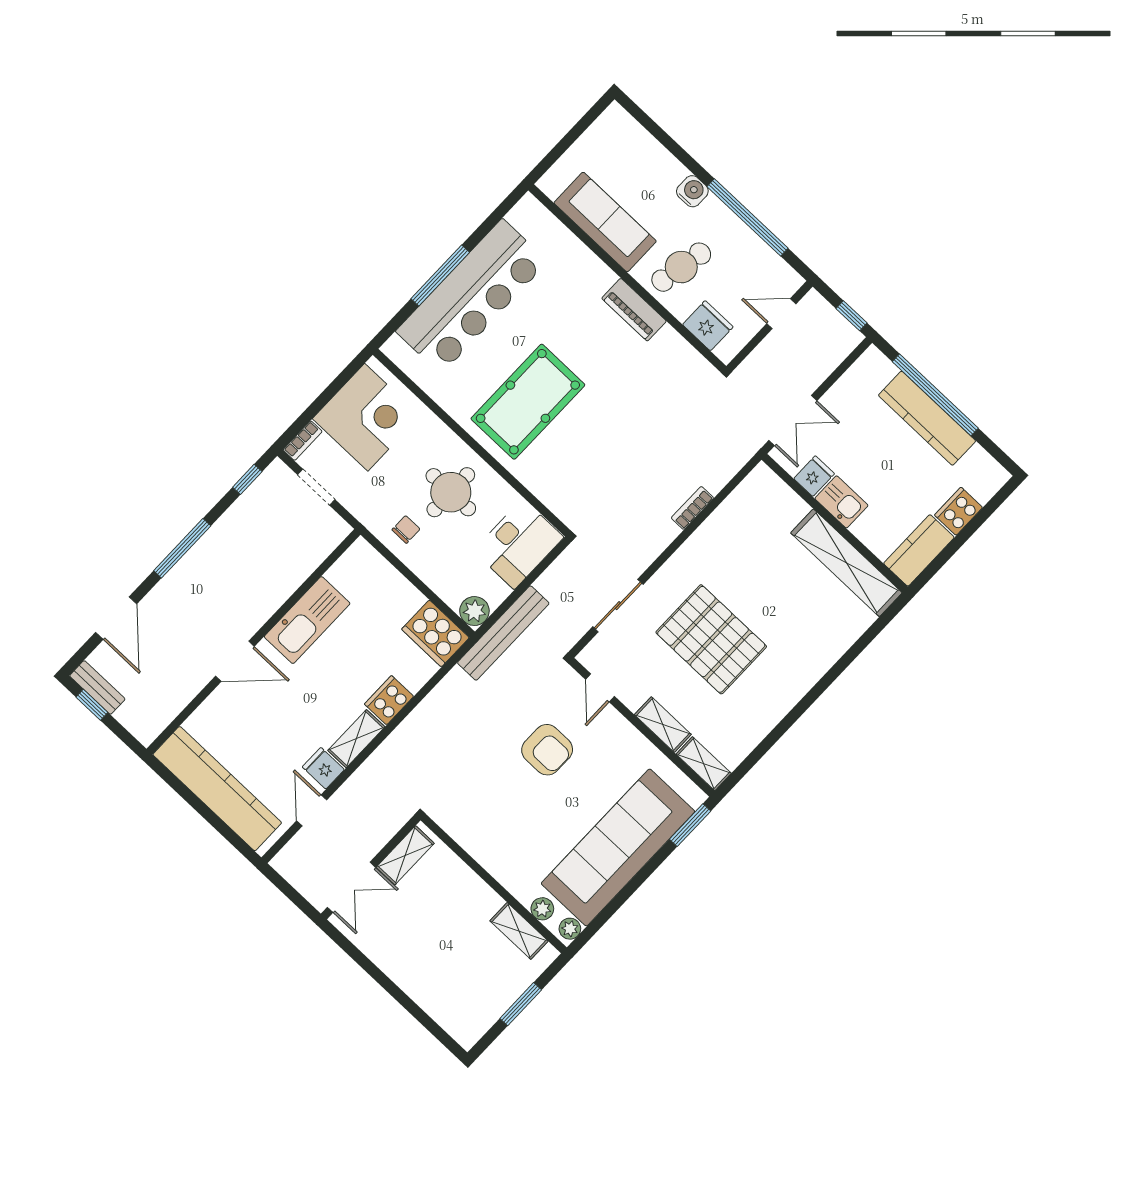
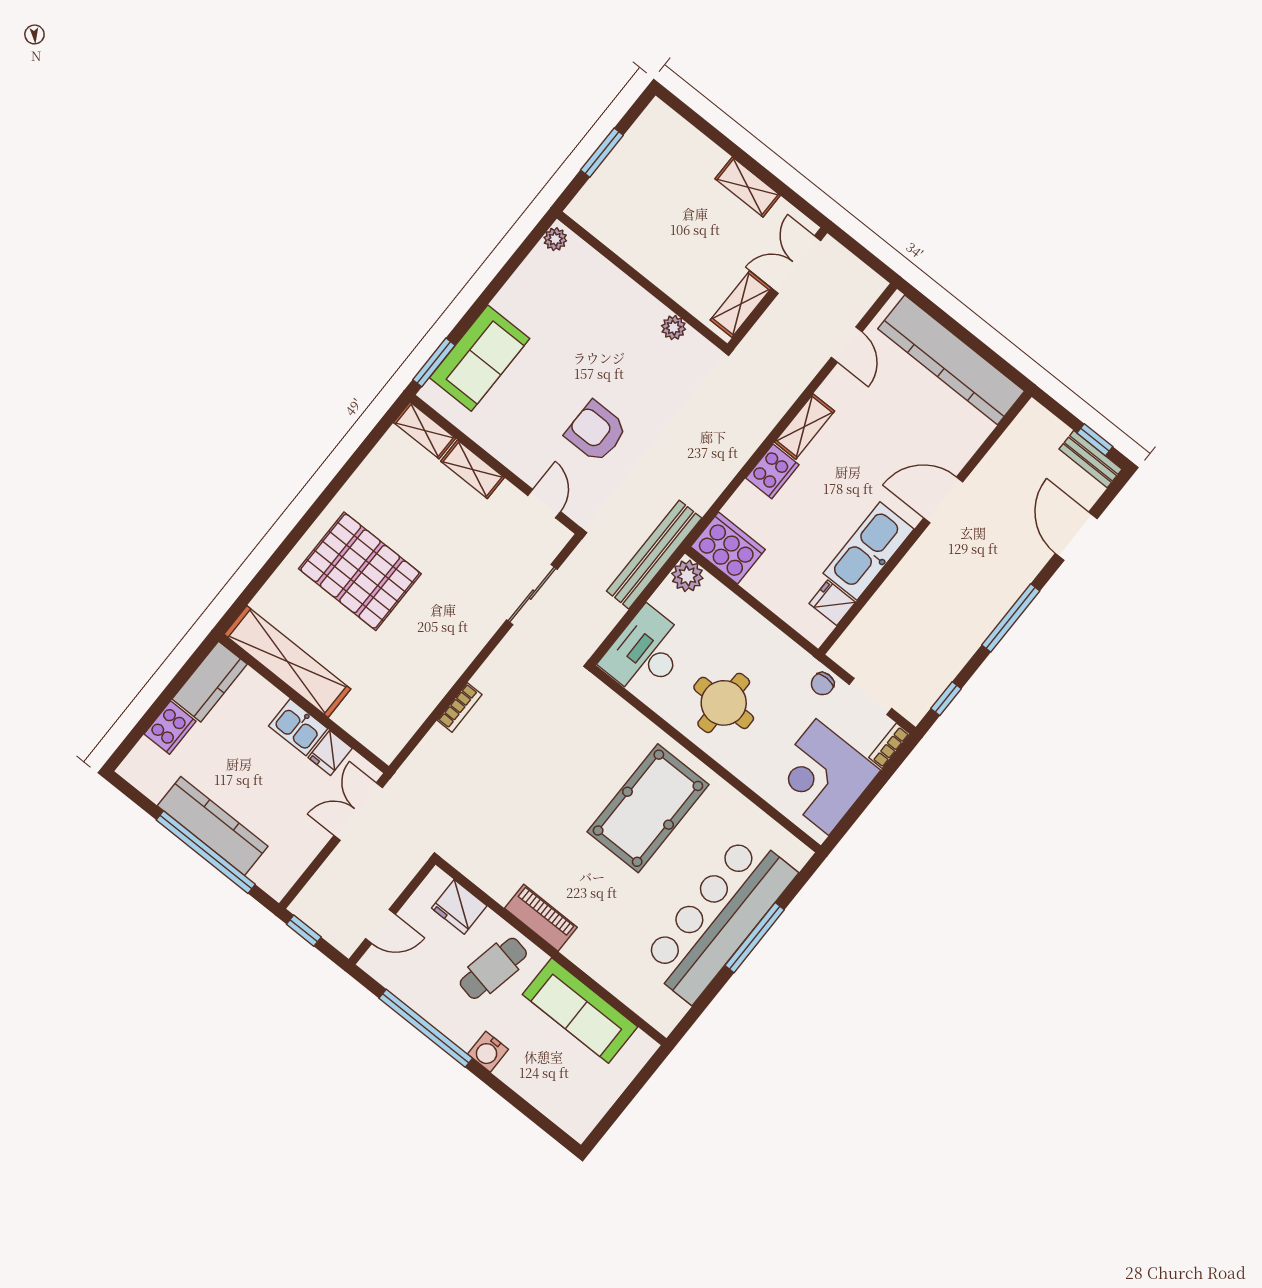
chair: (406, 529) -> (823, 684), moved
pallet: (711, 639) -> (360, 571), moved
fridge: (323, 768) -> (832, 603), moved, turned 180
sofa: (618, 847) -> (480, 358), width x0.54, depth x0.79
plant: (542, 909) -> (674, 328), moved
shelving: (519, 931) -> (748, 187), moved

